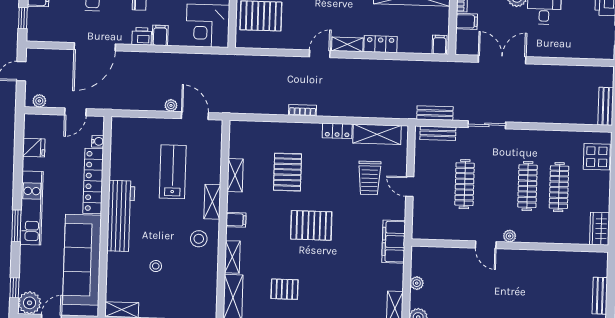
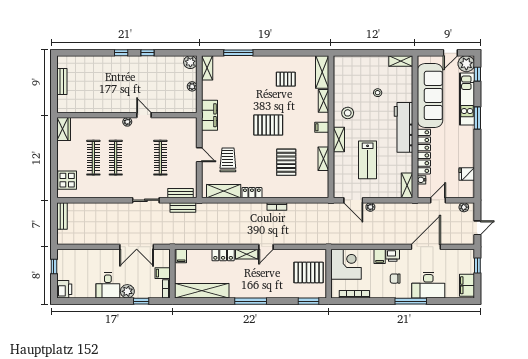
shelving: (118, 134) -> (407, 185), added
kitchen unit: (31, 208) -> (467, 99), moved

